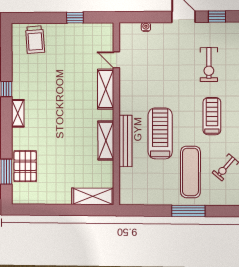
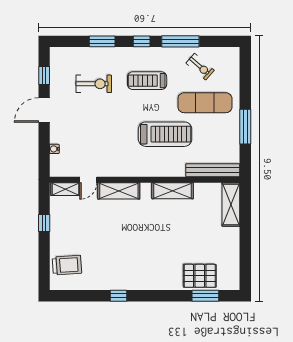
shelving: (18, 113) -> (65, 189), moved
treadmill: (160, 133) -> (165, 134), turned 180
bench: (125, 141) -> (213, 170), moved
window: (188, 211) -> (245, 127), moved

